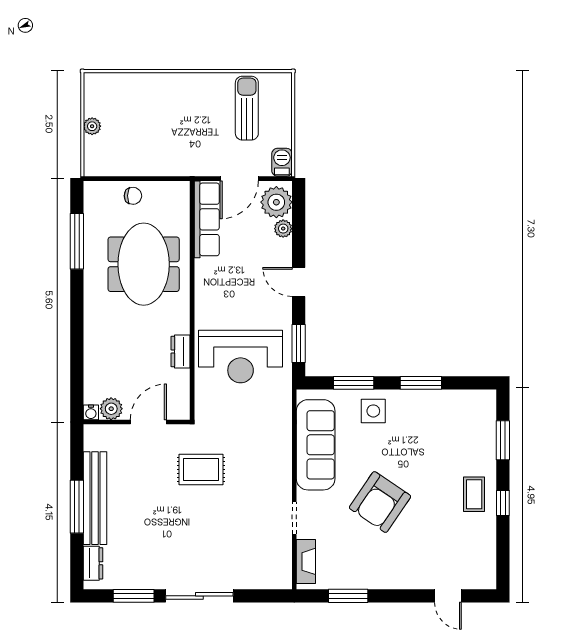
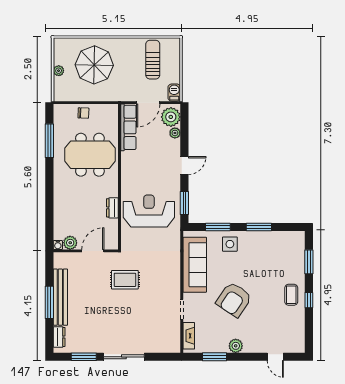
parasol: (151, 117) -> (94, 65), added
meeting table: (144, 264) -> (90, 155), turned 90
door: (299, 282) -> (184, 166), swing flipped
reception desk: (241, 357) -> (149, 211), turned 180
plant: (383, 578) -> (236, 346), added

